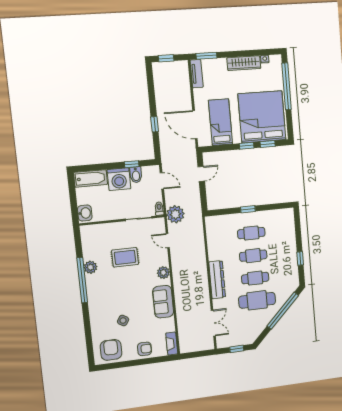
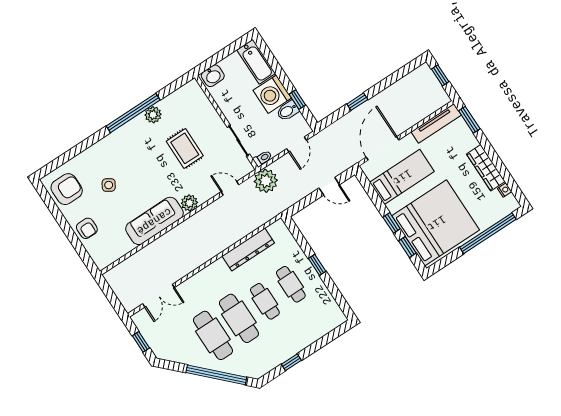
tv unit: (197, 74) -> (436, 123), width x1.41
door: (168, 241) -> (230, 188), hinge flipped
cafe table: (255, 278) -> (239, 318), width x1.37, depth x1.35
dresser: (217, 280) -> (248, 249), moved
sofa: (163, 302) -> (154, 221), width x1.36
fireplace: (172, 344) -> (109, 258), removed

